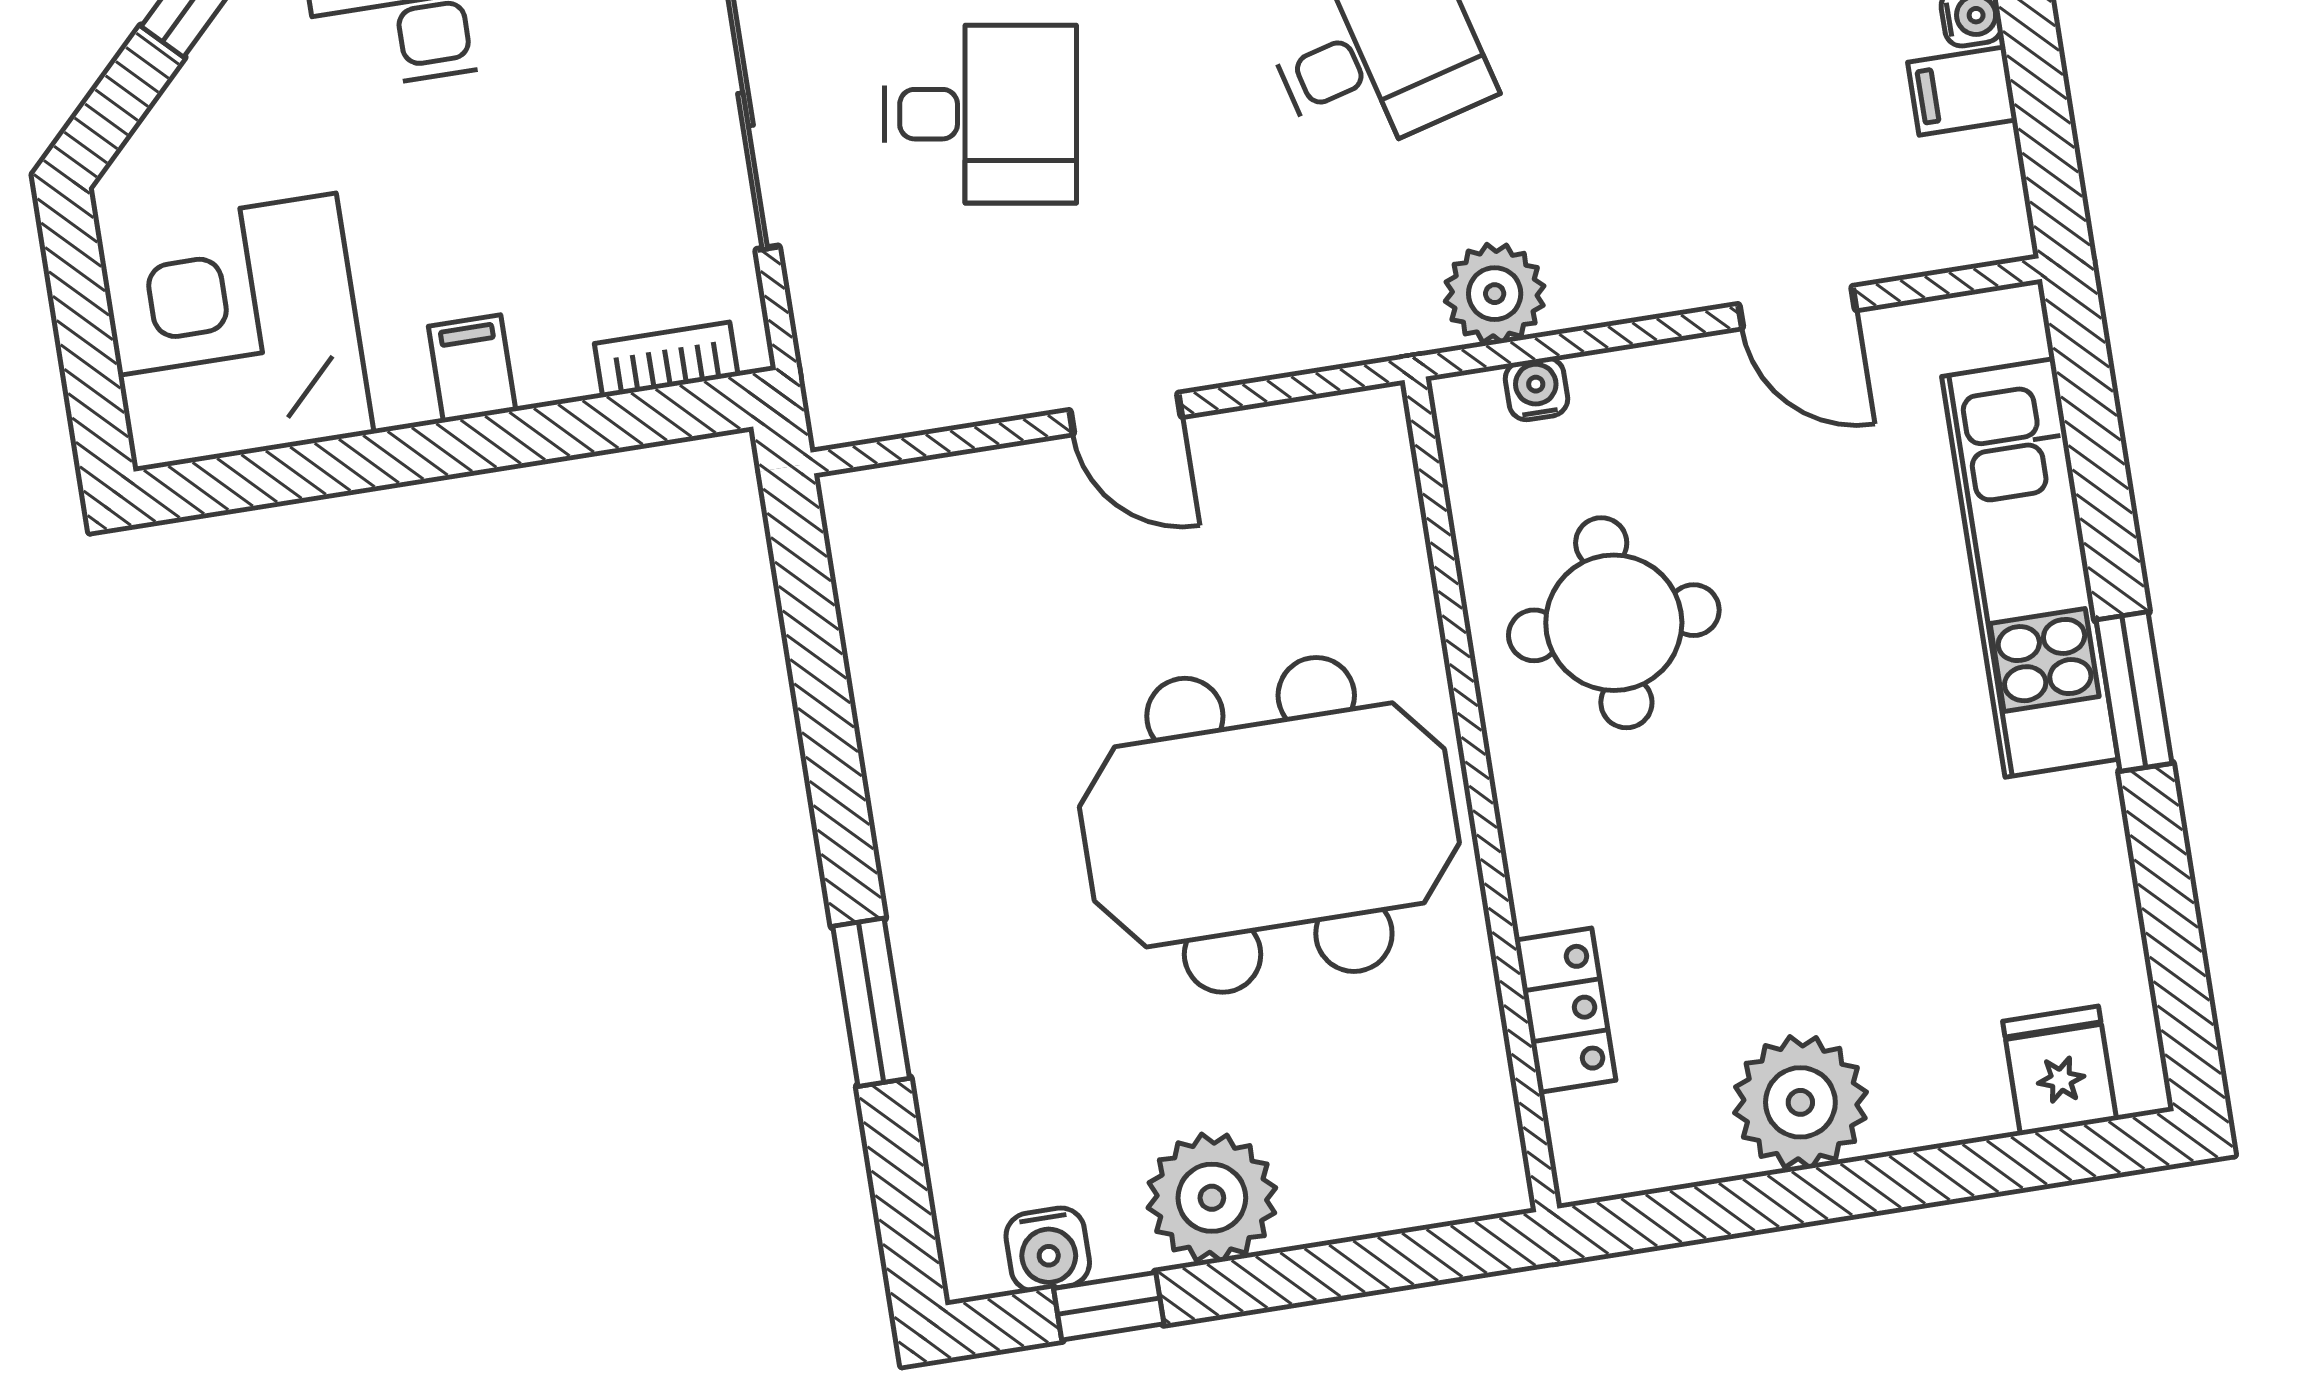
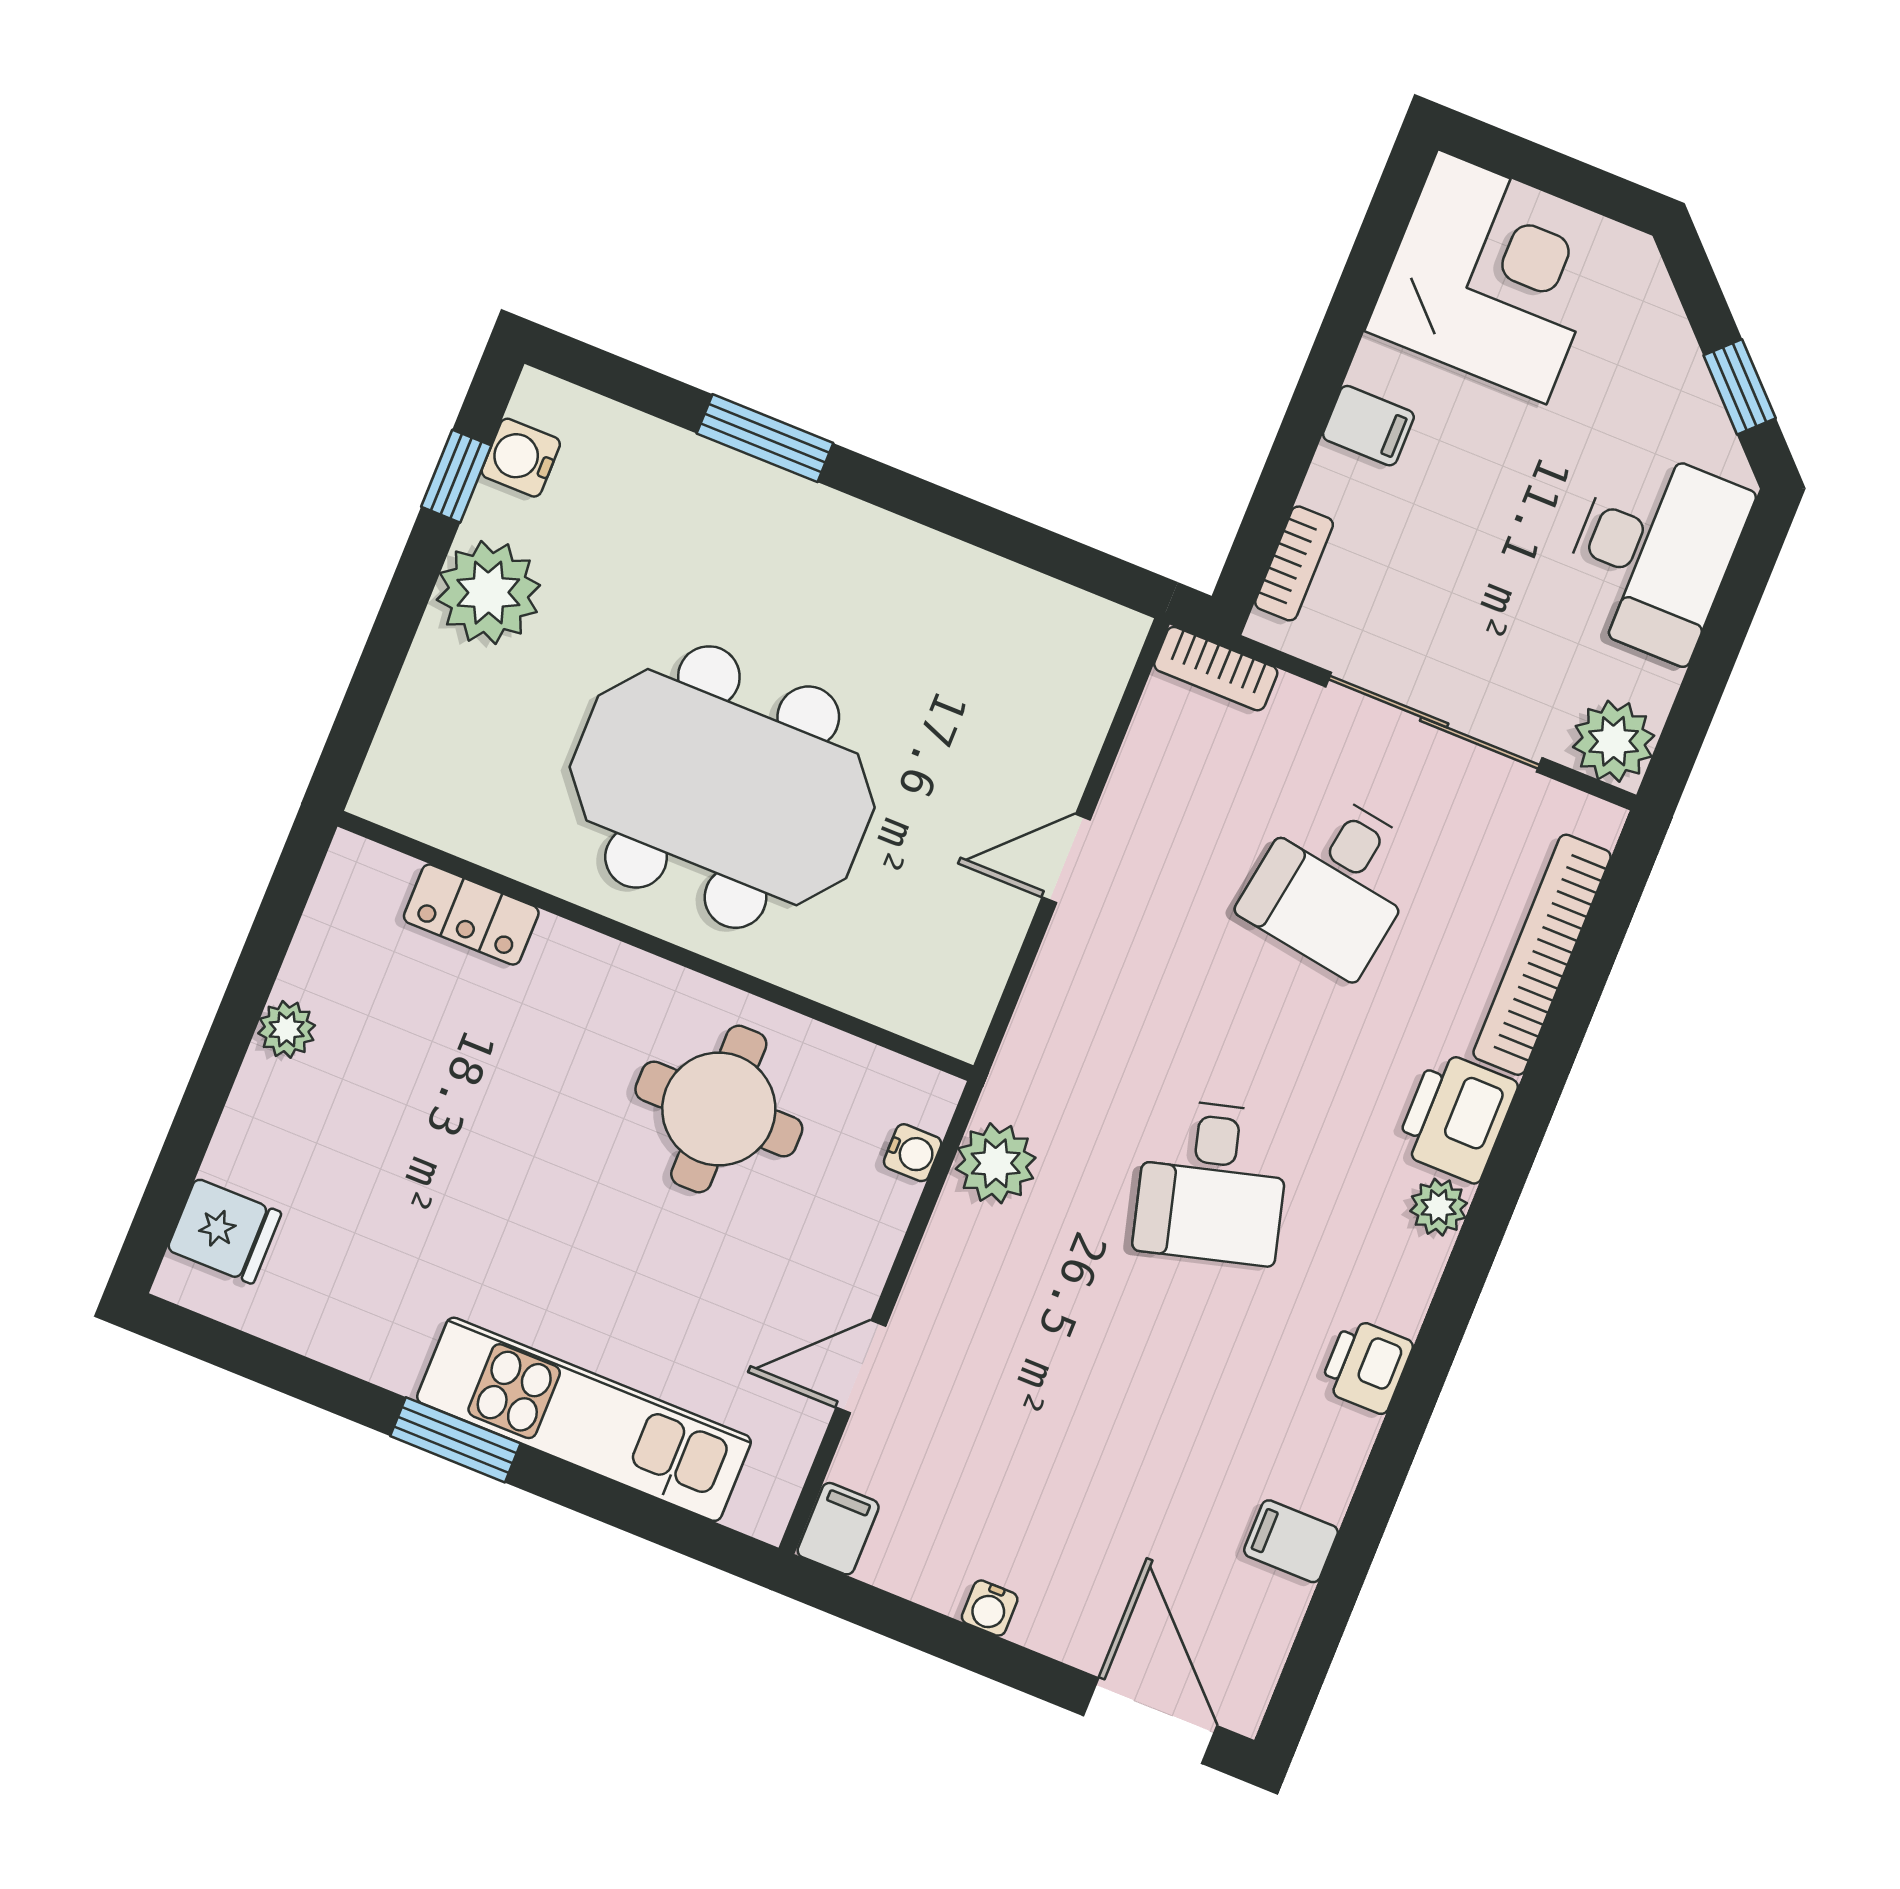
filing cabinet: (1962, 91) -> (838, 1529), moved
bookcase: (828, 376) -> (1216, 669), added
meeting table: (1269, 825) -> (722, 787), turned 90
plant: (1800, 1102) -> (287, 1029), width x0.53, depth x0.53

